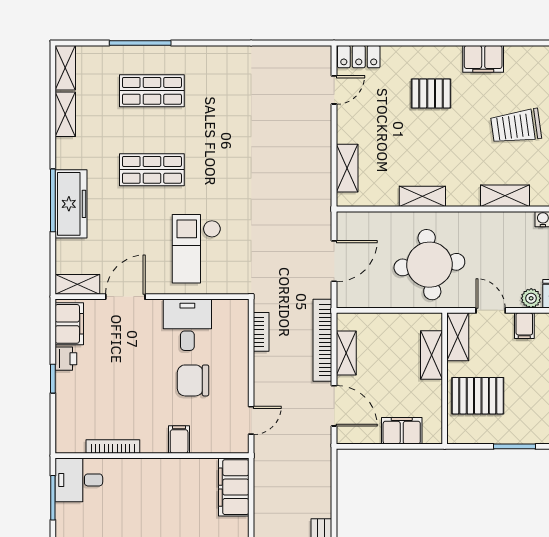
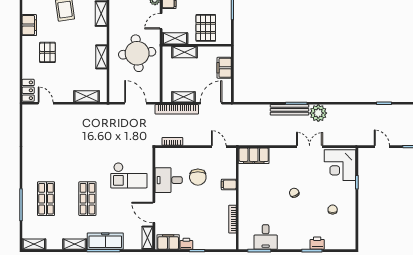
shelving: (65, 114) -> (75, 244), moved
desk: (79, 480) -> (266, 237), moved

